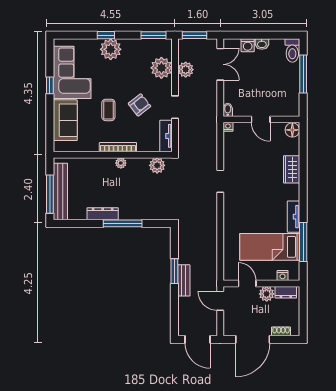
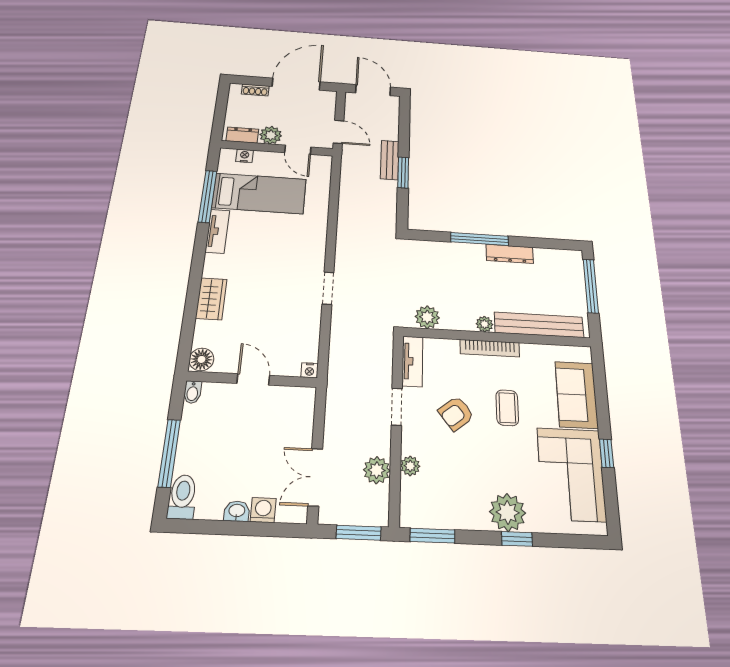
plant: (161, 68) -> (410, 466), width x0.53, depth x0.53
bidet: (228, 110) -> (192, 392), moved
bench: (60, 191) -> (539, 325), moved, turned 90

